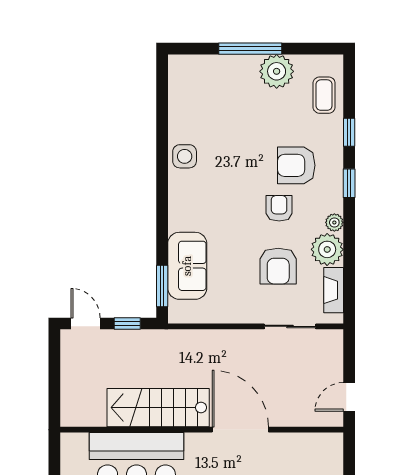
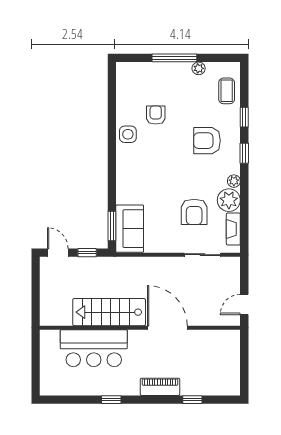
plant: (277, 71) -> (199, 68), width x0.53, depth x0.53
armchair: (279, 208) -> (156, 115), moved
sofa: (187, 266) -> (130, 229), moved

